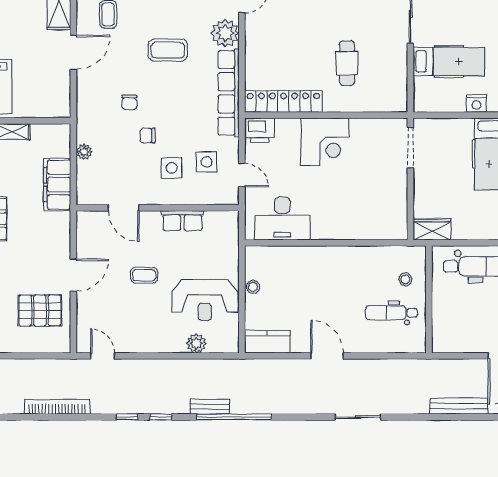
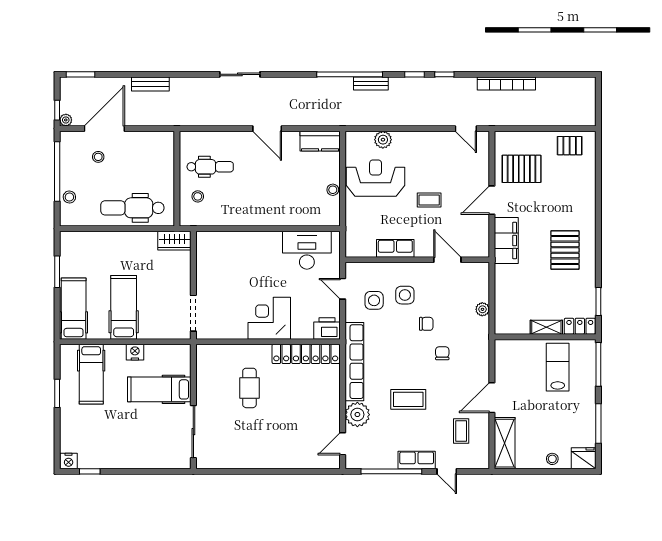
filing cabinet: (57, 185) -> (506, 241), moved
bench: (459, 406) -> (150, 84), width x0.73

